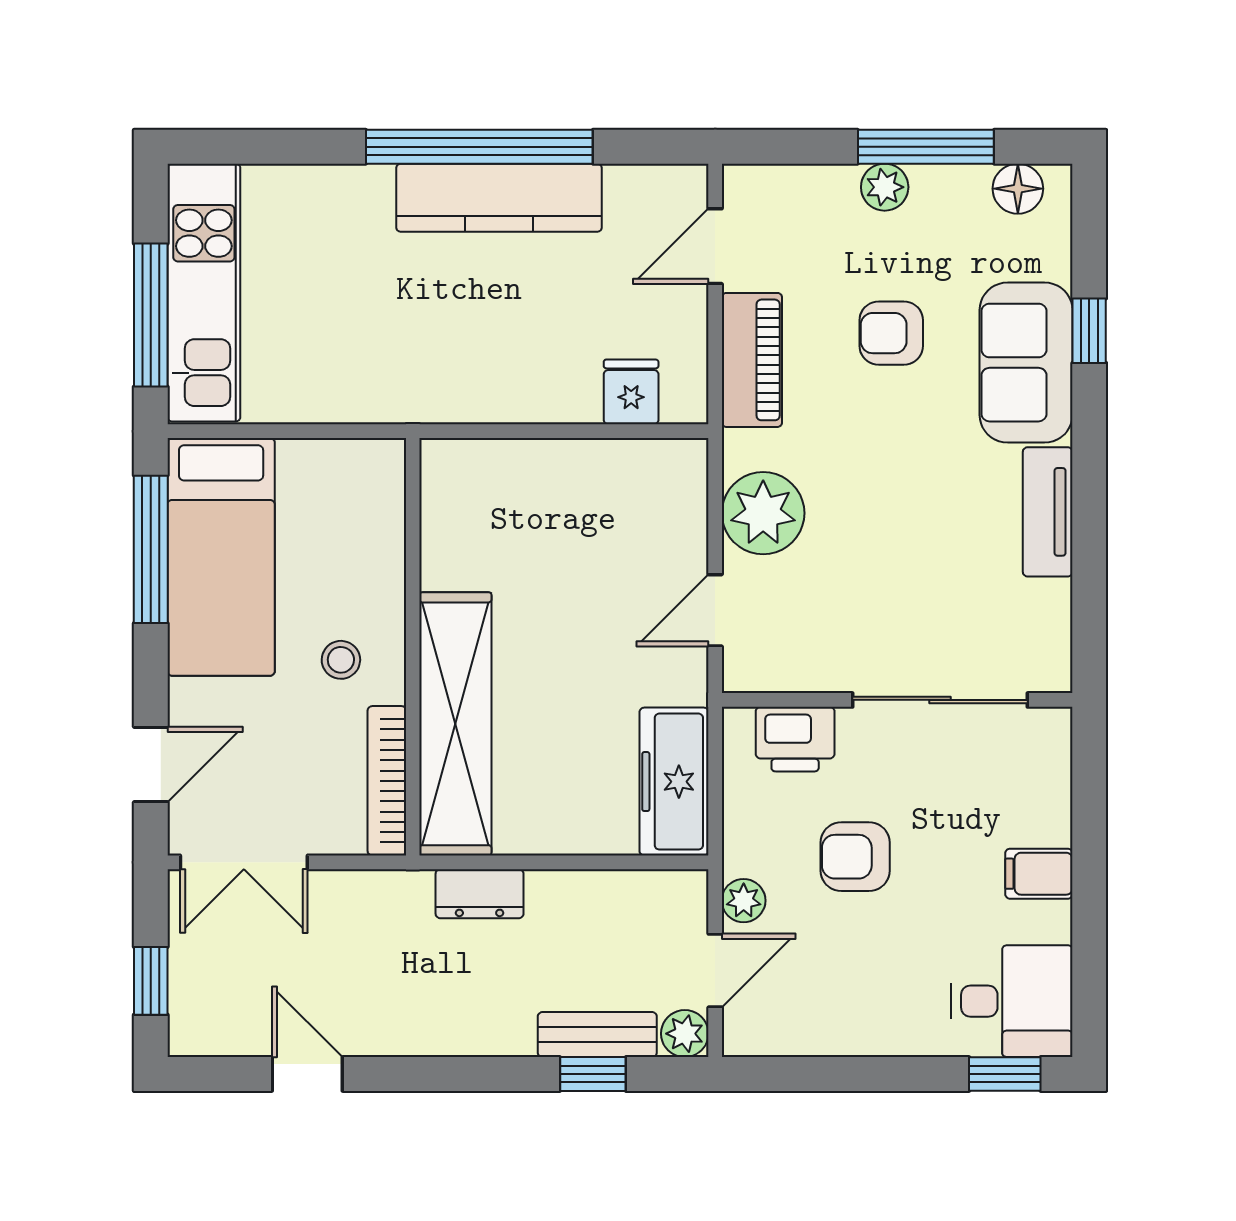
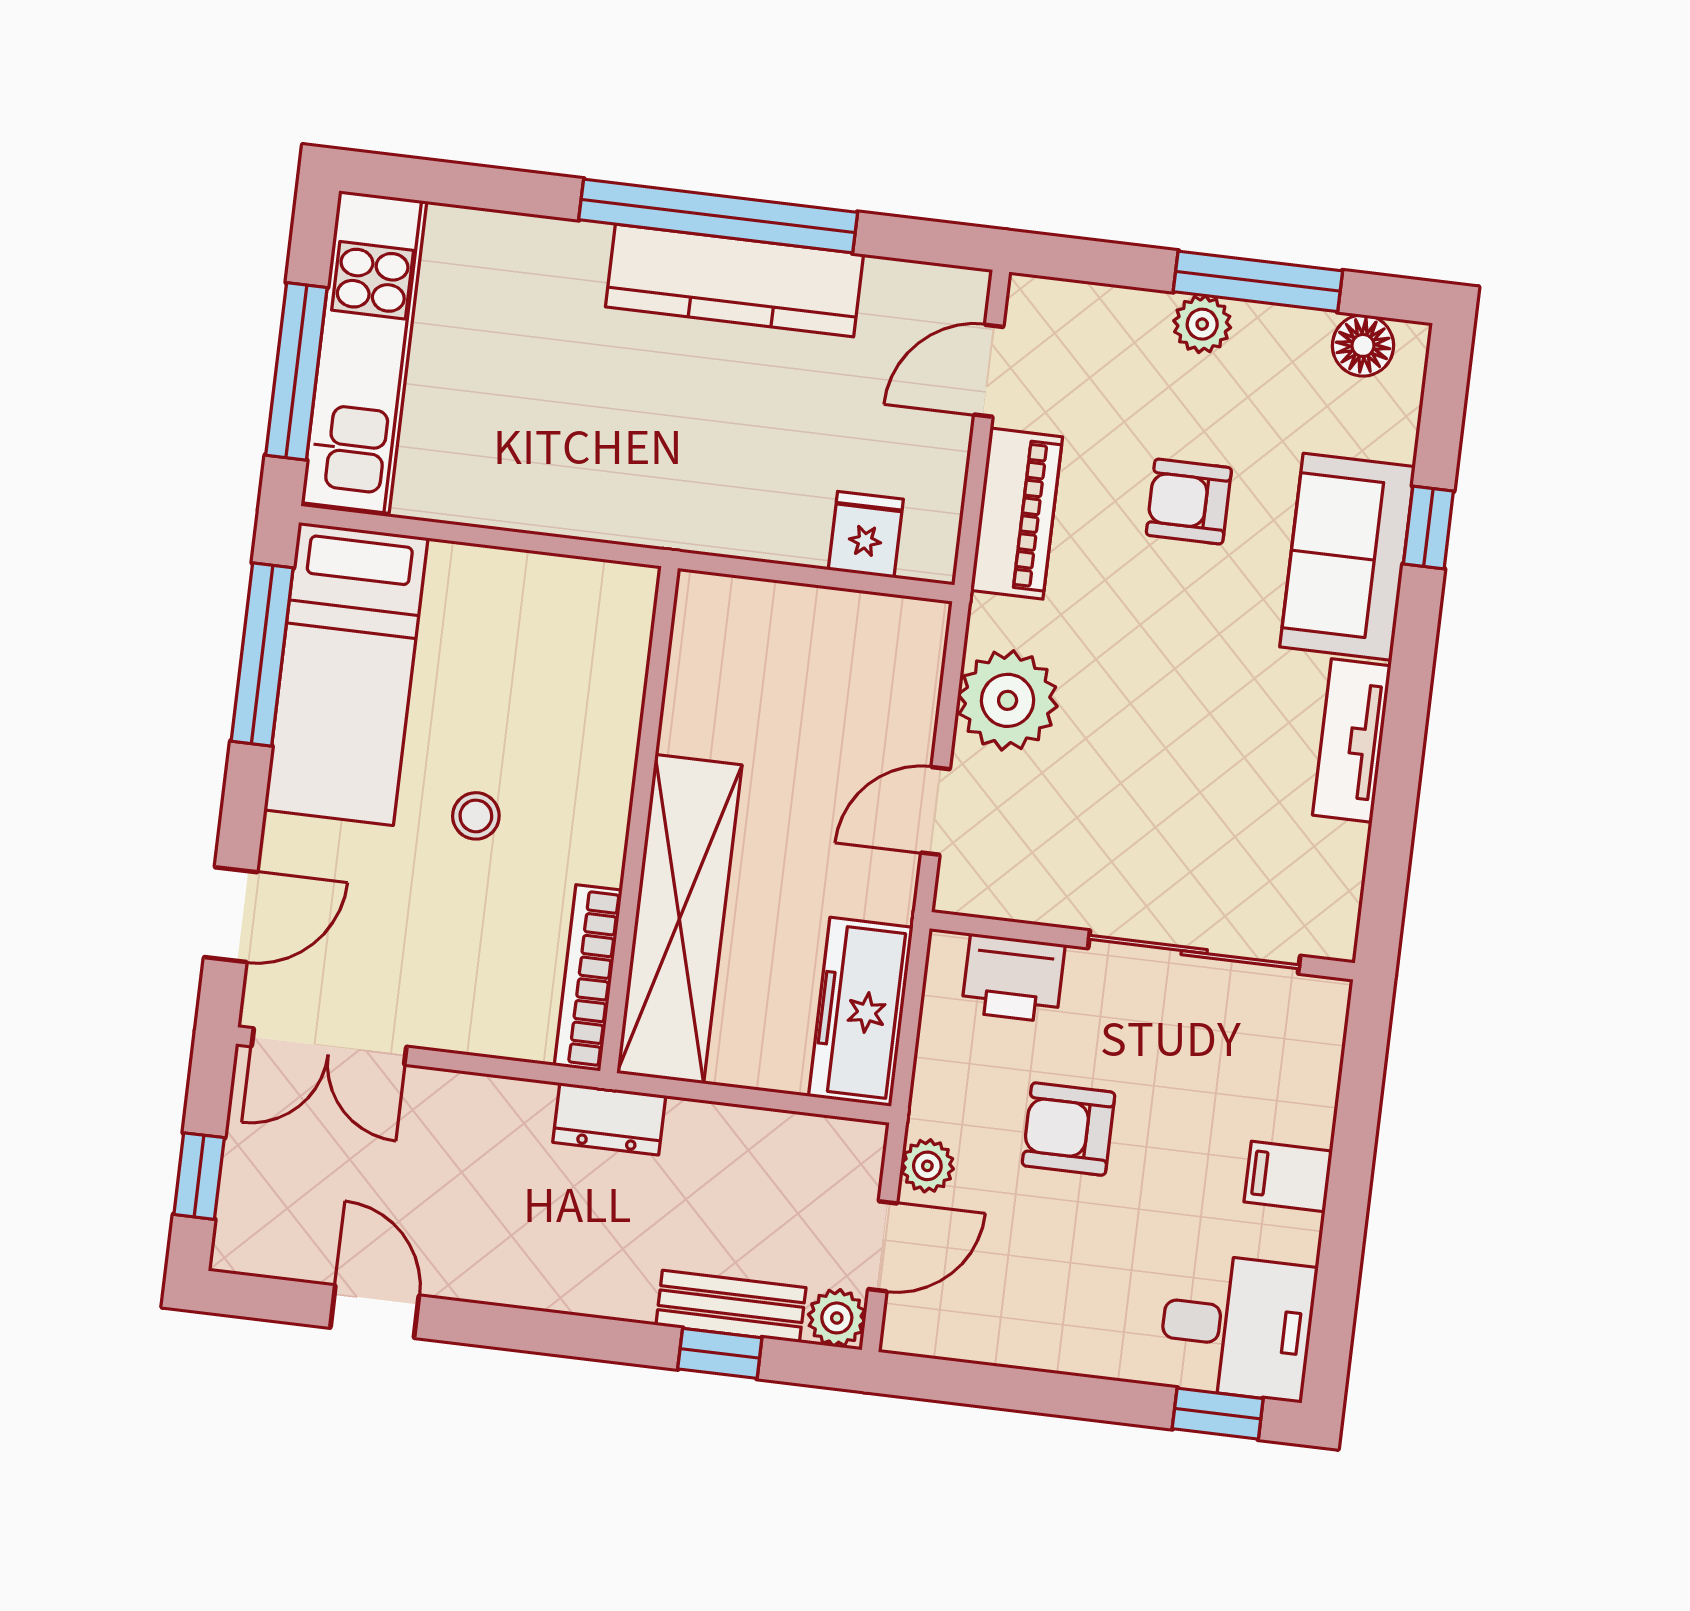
wall: (413, 647) -> (639, 820), moved
shelving: (455, 724) -> (679, 919), moved
bookcase: (387, 781) -> (588, 978), moved

